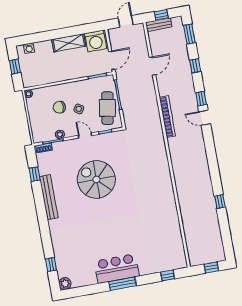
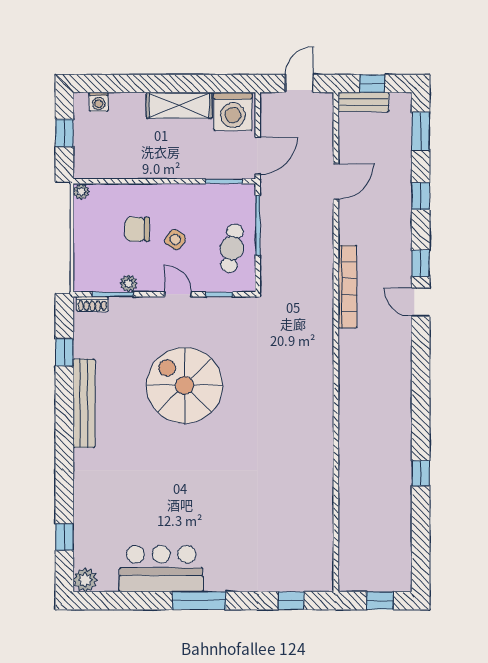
cafe table: (107, 108) -> (232, 248), width x0.73, depth x0.74
bar counter: (117, 269) -> (161, 569), moved

